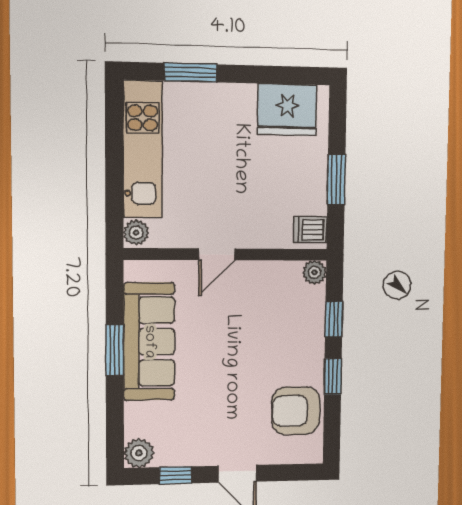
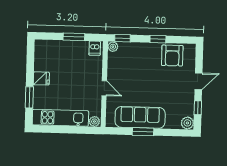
fridge: (287, 110) -> (41, 78), moved, width x0.53, depth x0.75
window: (334, 319) -> (123, 38), moved

